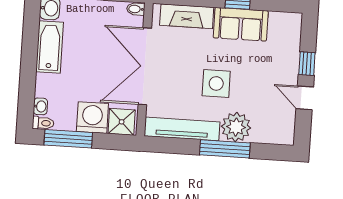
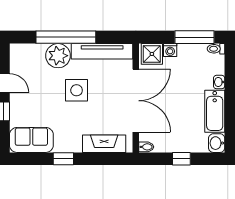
sofa: (241, 24) -> (31, 140), moved
washbasin: (40, 106) -> (219, 82), moved
washing machine: (92, 118) -> (170, 50), width x0.53, depth x0.53
window: (225, 149) -> (66, 37), width x1.46

